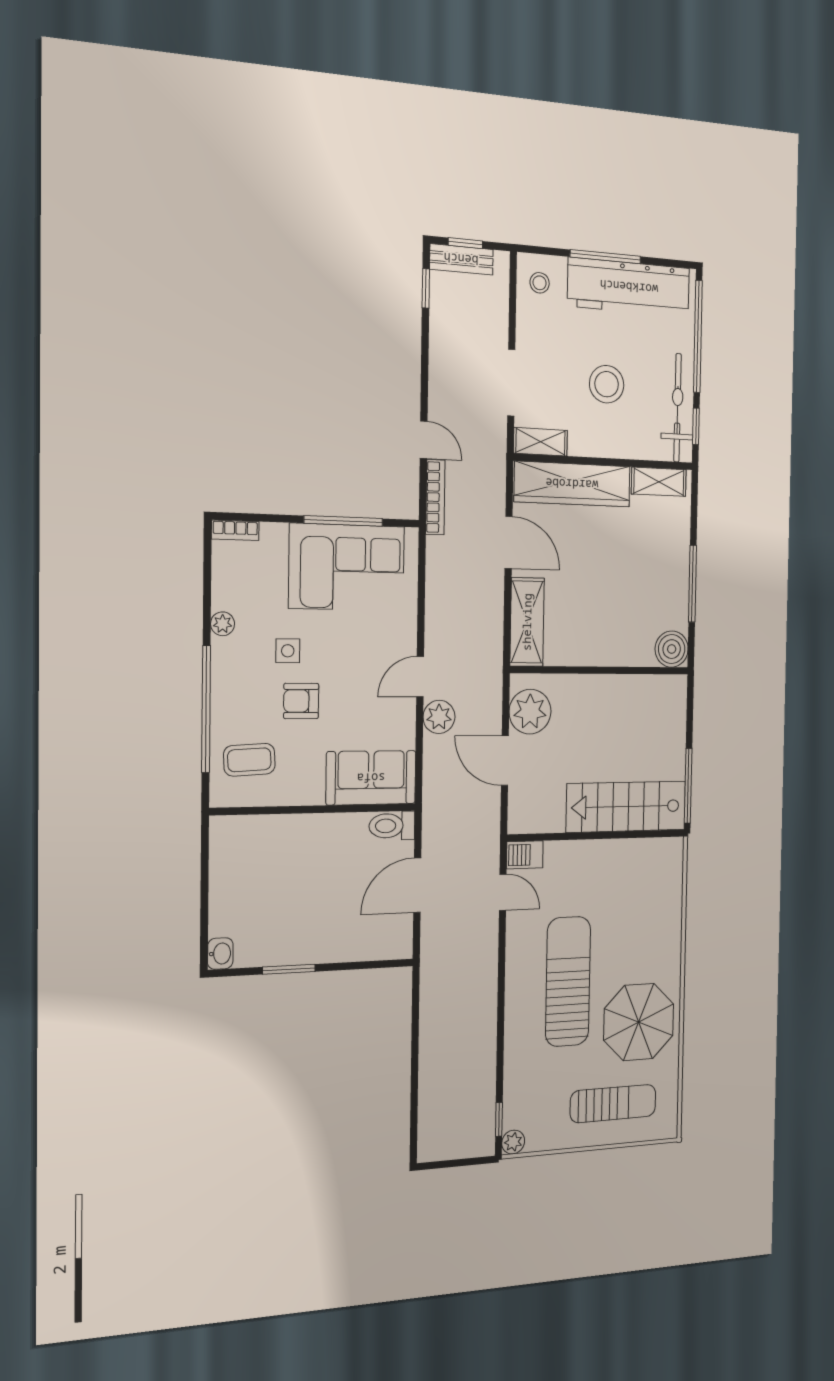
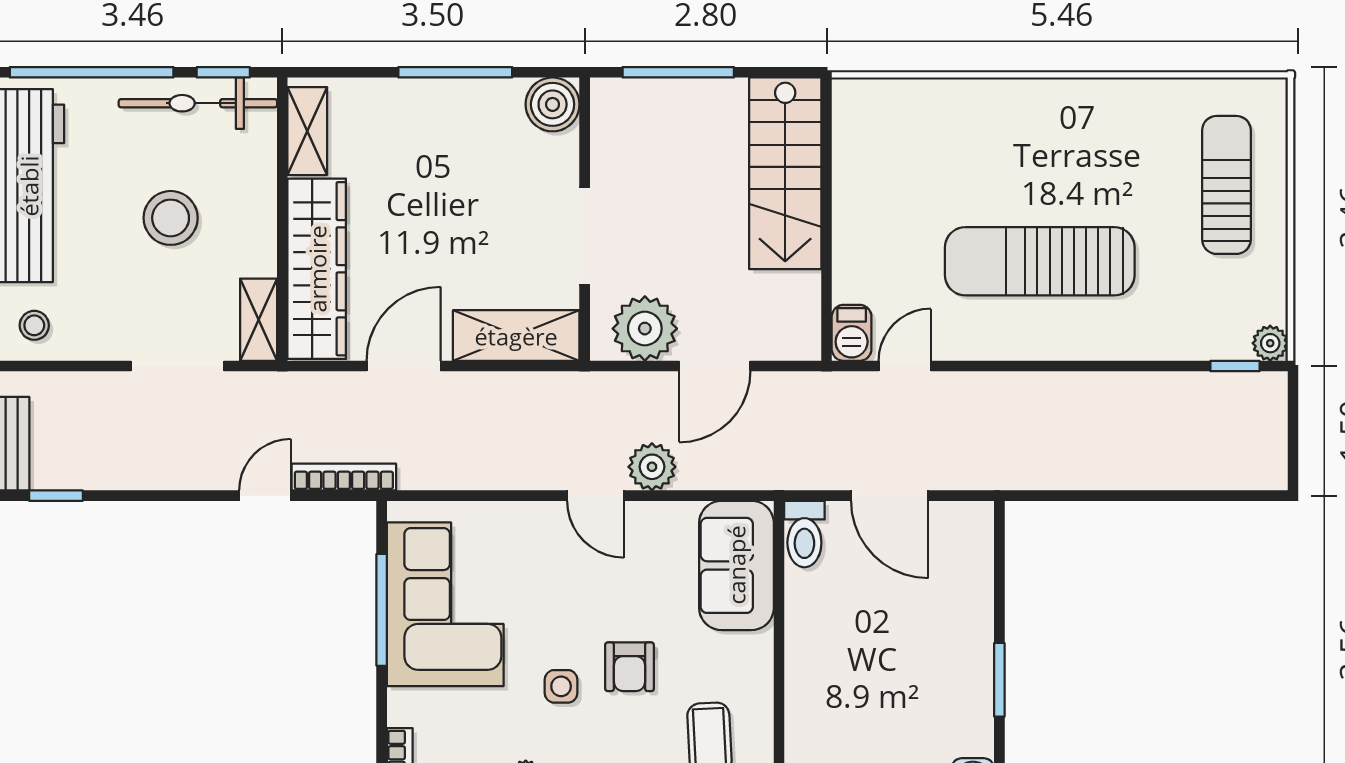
doorway: (590, 670) -> (585, 236), added
window: (688, 786) -> (678, 72), moved
parasol: (639, 1022) -> (1107, 146), removed

